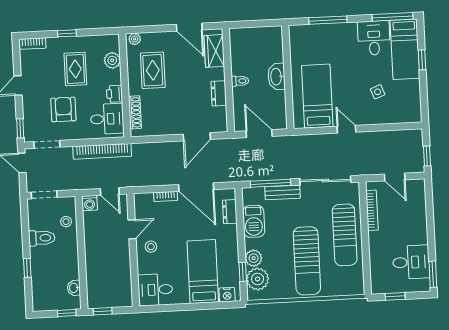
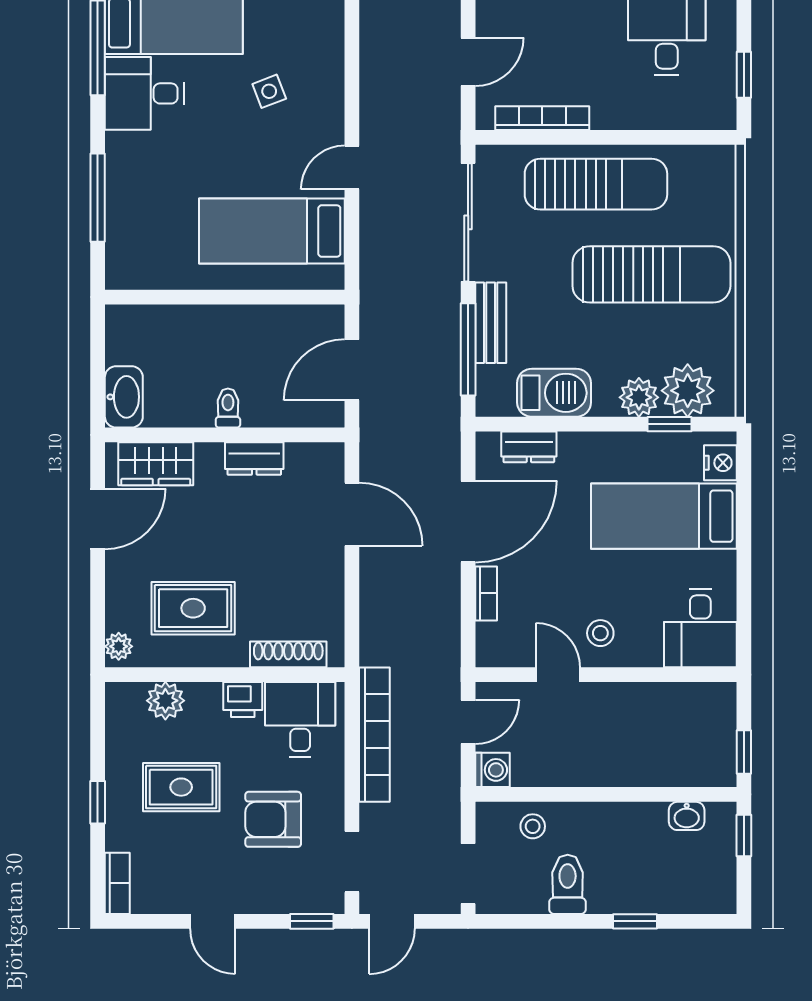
washbasin: (276, 77) -> (124, 397), moved, turned -90

